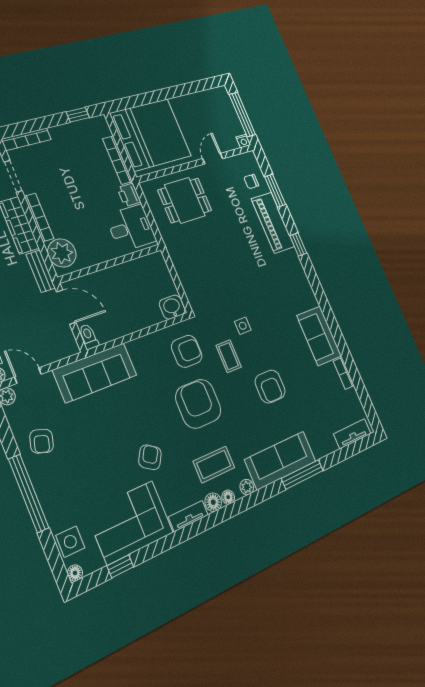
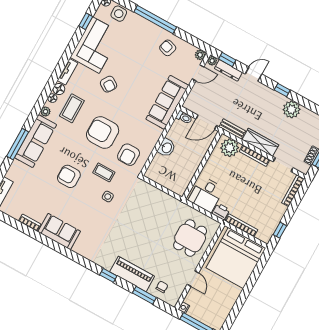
washbasin: (172, 307) -> (167, 148), moved
armchair: (198, 404) -> (103, 132), turned 180

